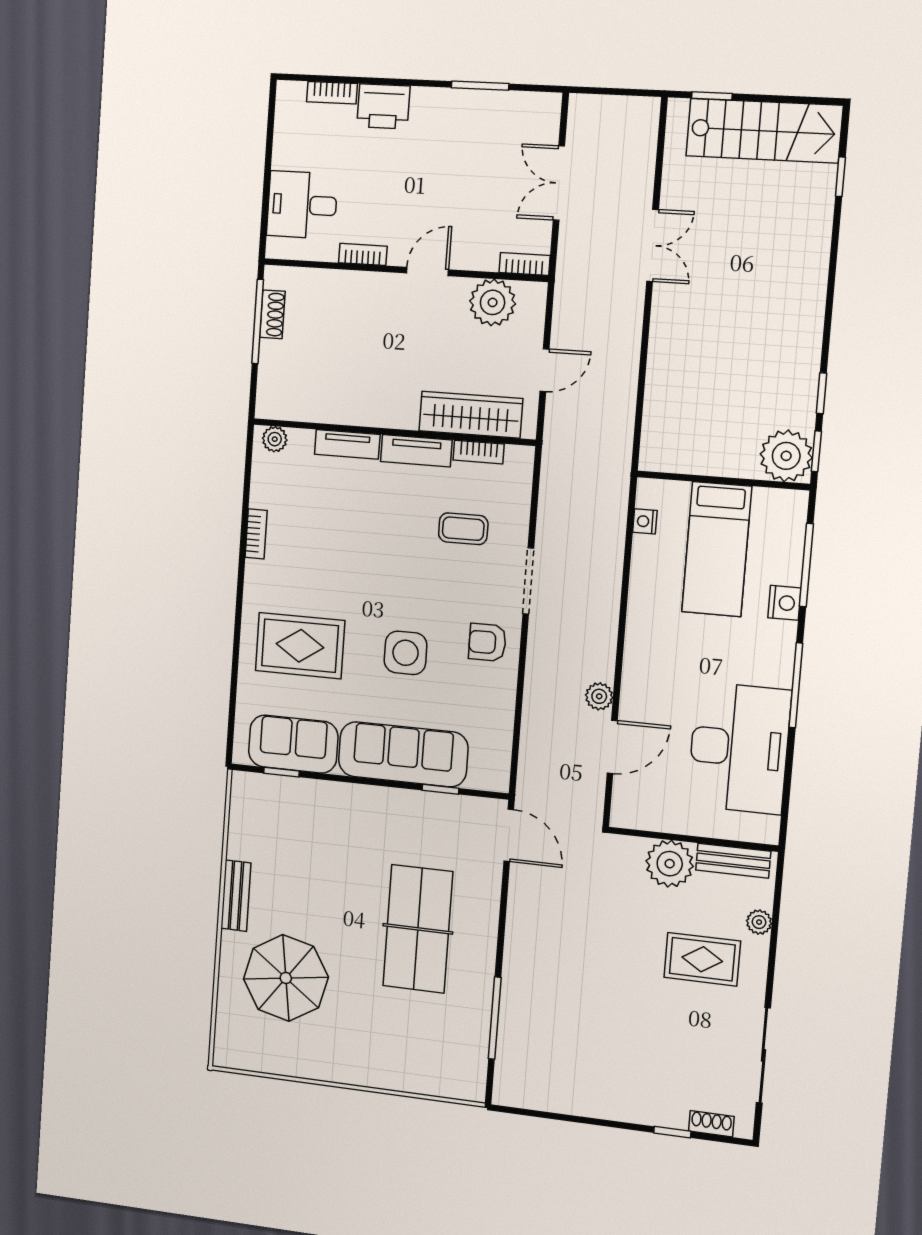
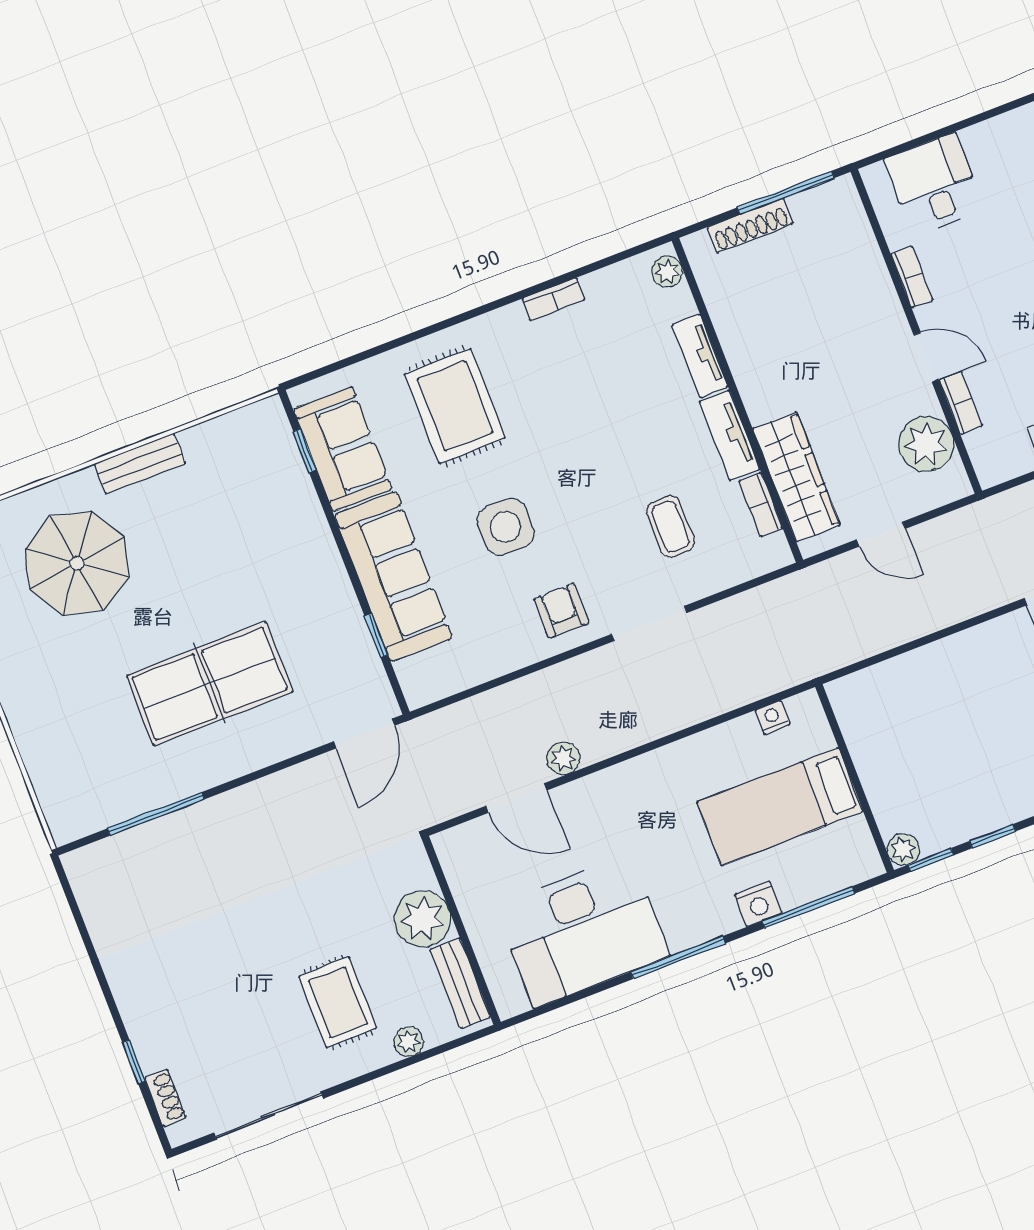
bookcase: (524, 264) -> (961, 403), moved
shoe rack: (272, 314) -> (750, 225), moved, width x1.43
plant: (786, 456) -> (903, 849), width x0.53, depth x0.53

